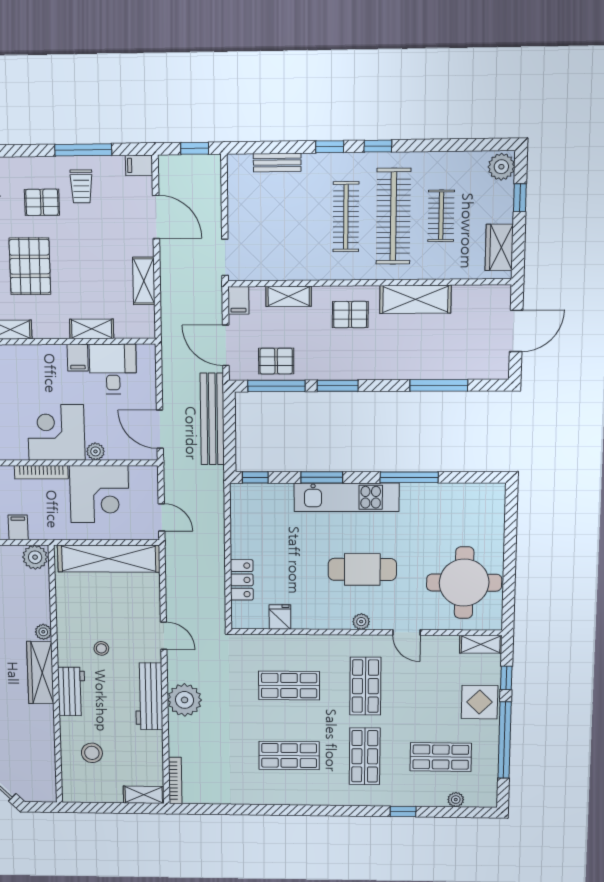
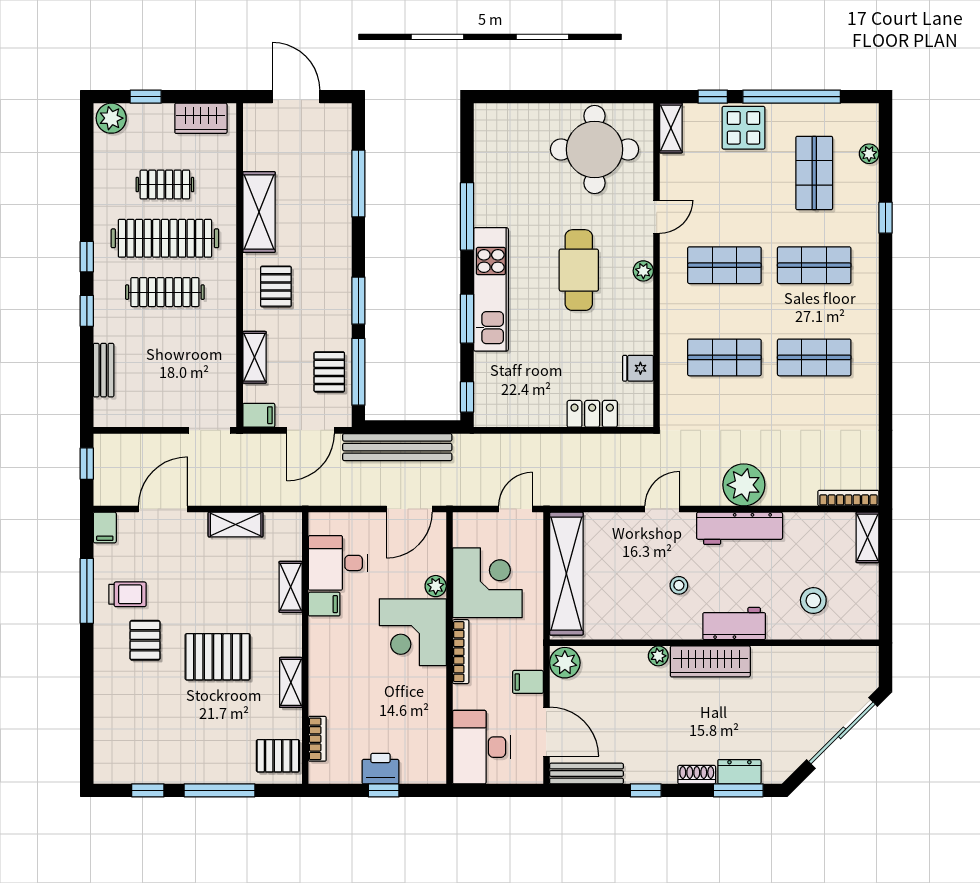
shop shelf: (289, 686) -> (724, 357), turned 90
shop shelf: (289, 756) -> (814, 357), turned 90

